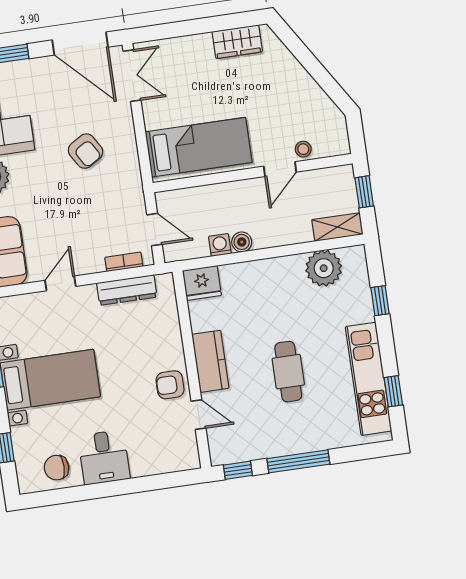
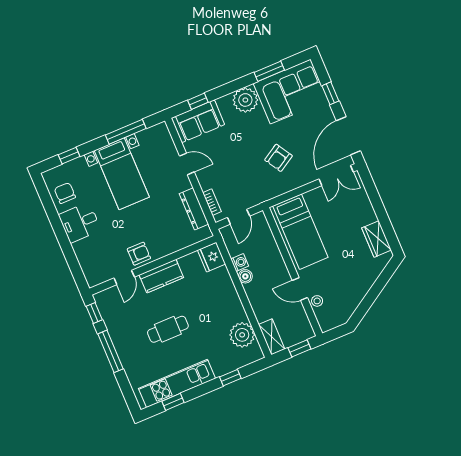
armchair: (170, 385) -> (139, 254), turned 90

